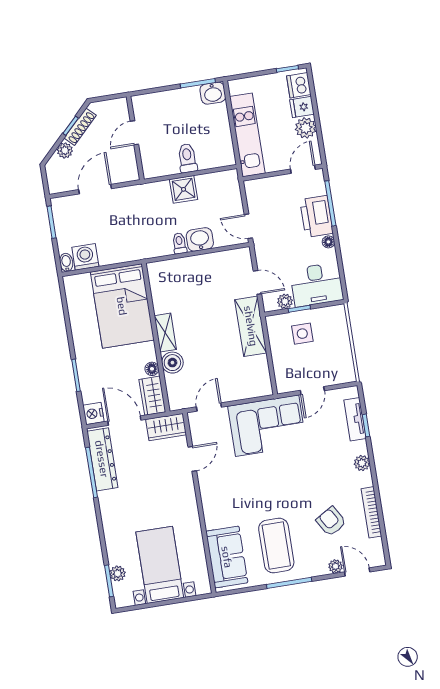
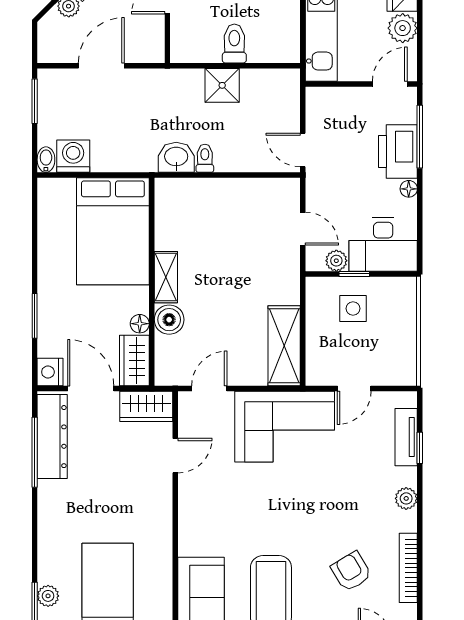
washbasin: (200, 239) -> (176, 157), moved
shelving: (251, 326) -> (284, 346), moved

